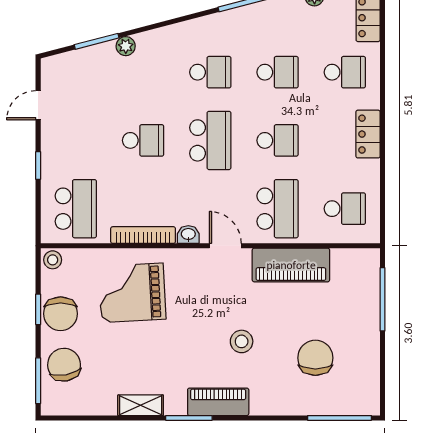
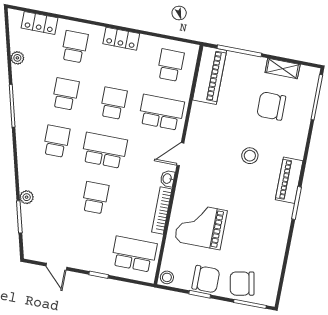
piano: (291, 265) -> (210, 75), moved
grand piano: (132, 293) -> (201, 226), turned 93
shelving: (141, 405) -> (283, 69), moved, turned 90

